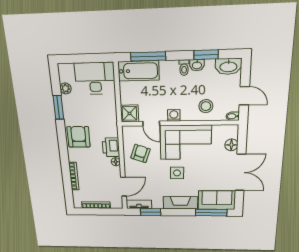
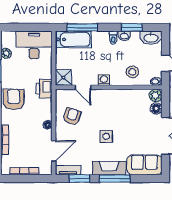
plant: (231, 131) -> (156, 95), added
corner sofa: (186, 142) -> (114, 106), removed
printer: (111, 147) -> (44, 89), moved
window: (211, 213) -> (115, 179), moved

